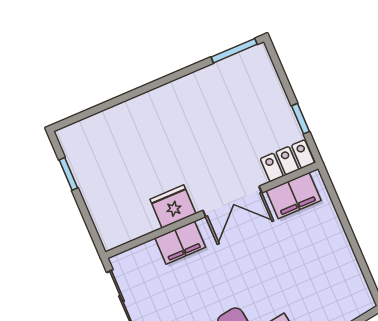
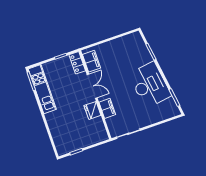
kitchen unit: (217, 80) -> (42, 89), added

